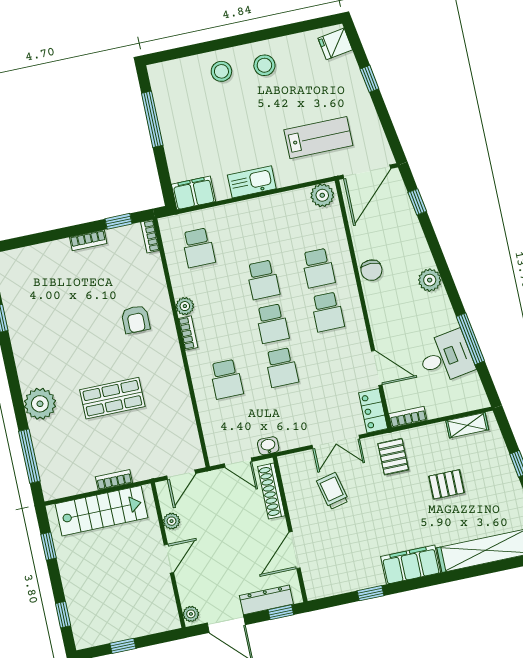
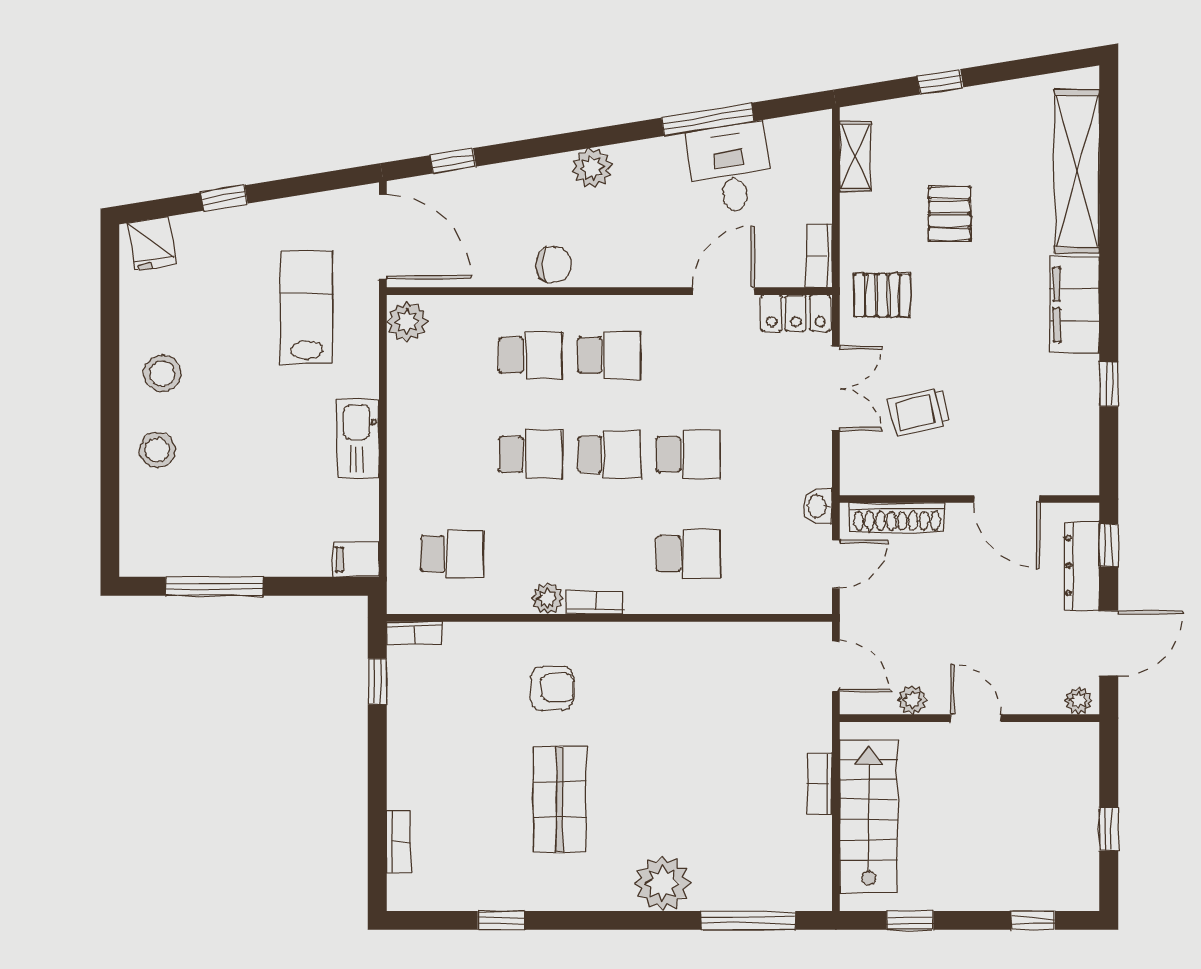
filing cabinet: (194, 193) -> (356, 560), width x0.50
bookcase: (88, 240) -> (399, 842), moved
shop shelf: (112, 398) -> (560, 800), moved

